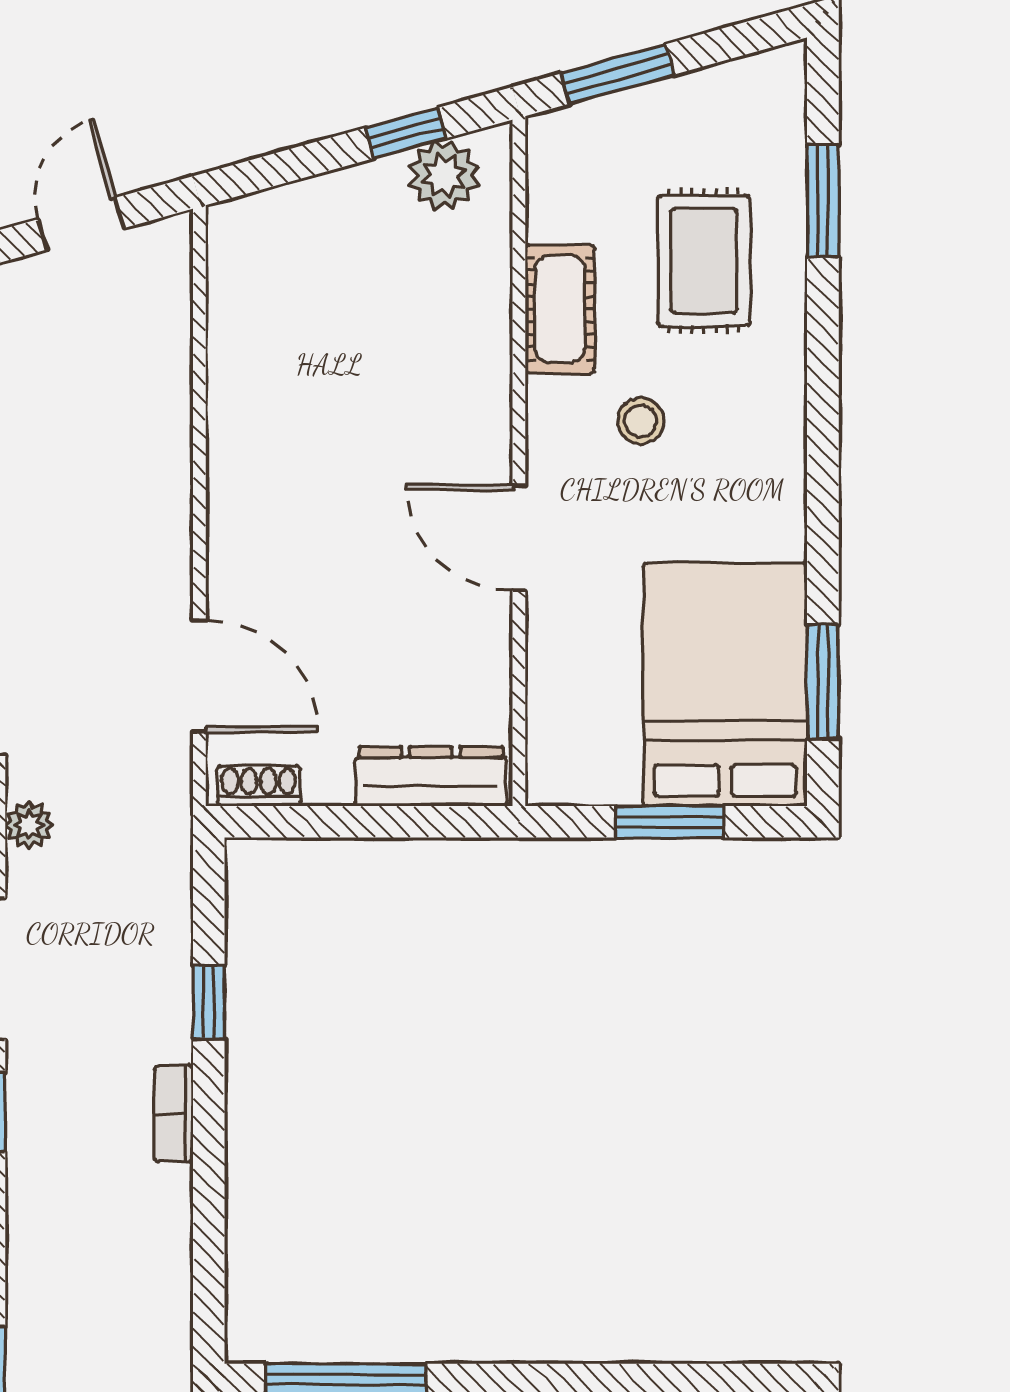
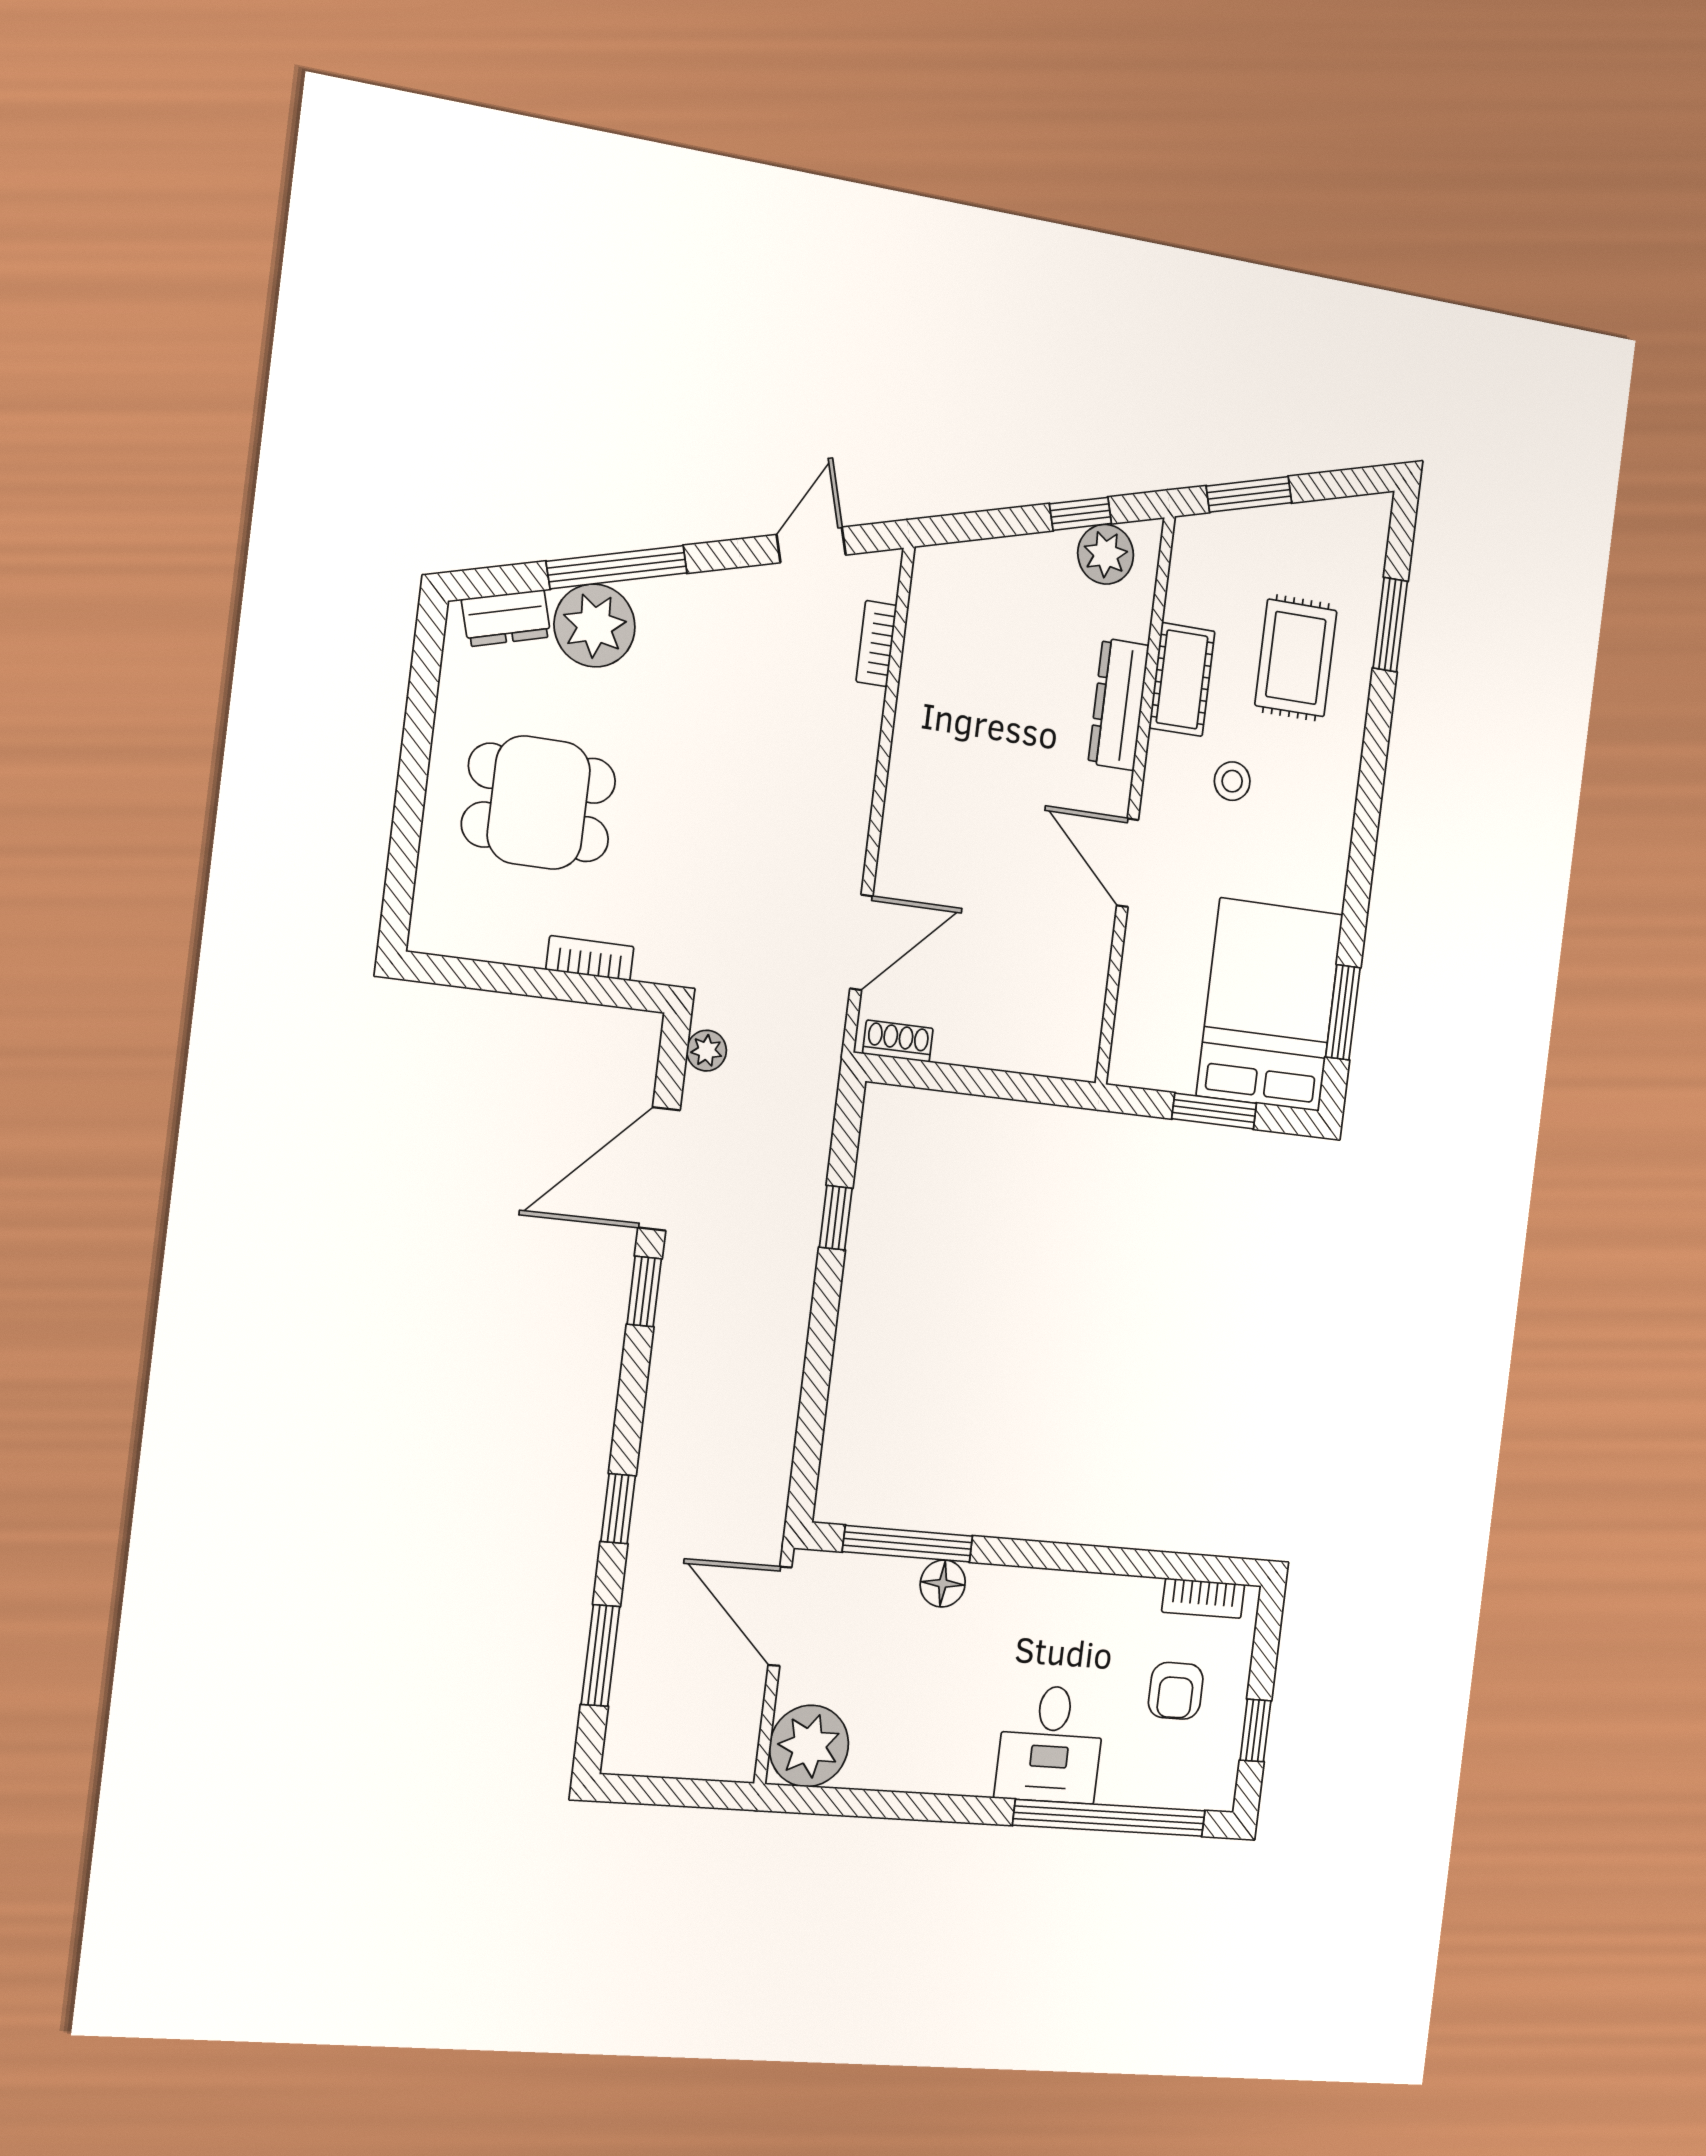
door: (199, 676) -> (861, 942), hinge flipped
dresser: (431, 776) -> (1118, 704), moved, turned -90
bookcase: (174, 1114) -> (876, 644), moved

